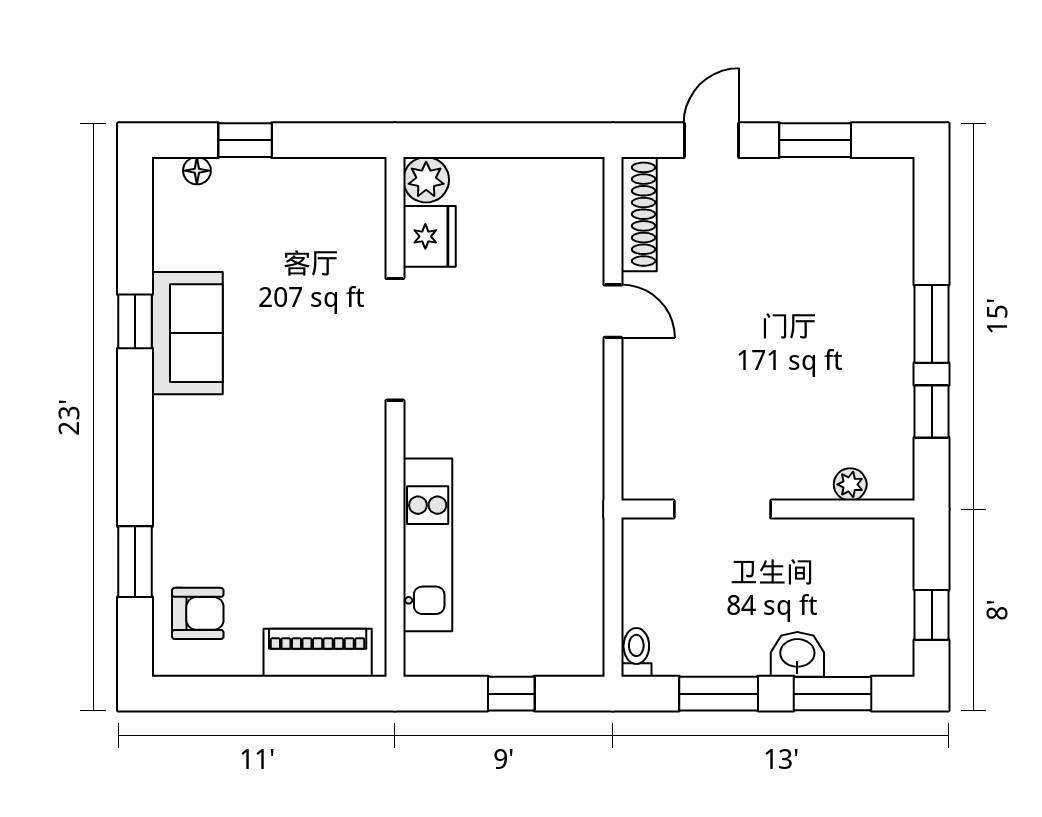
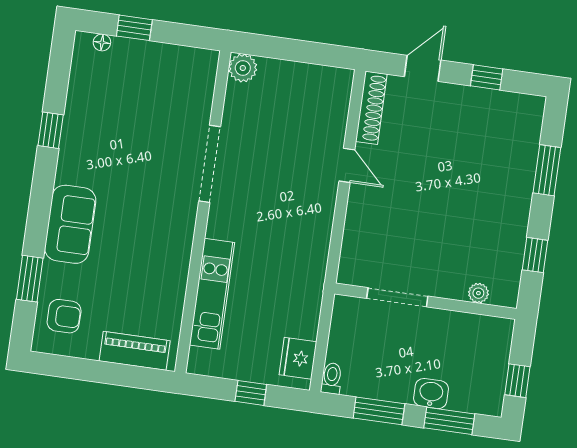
window: (815, 140) -> (487, 77), width x0.67
fridge: (430, 236) -> (298, 358), moved, turned 180
window: (932, 324) -> (547, 170), moved
sofa: (187, 333) -> (70, 224), moved

